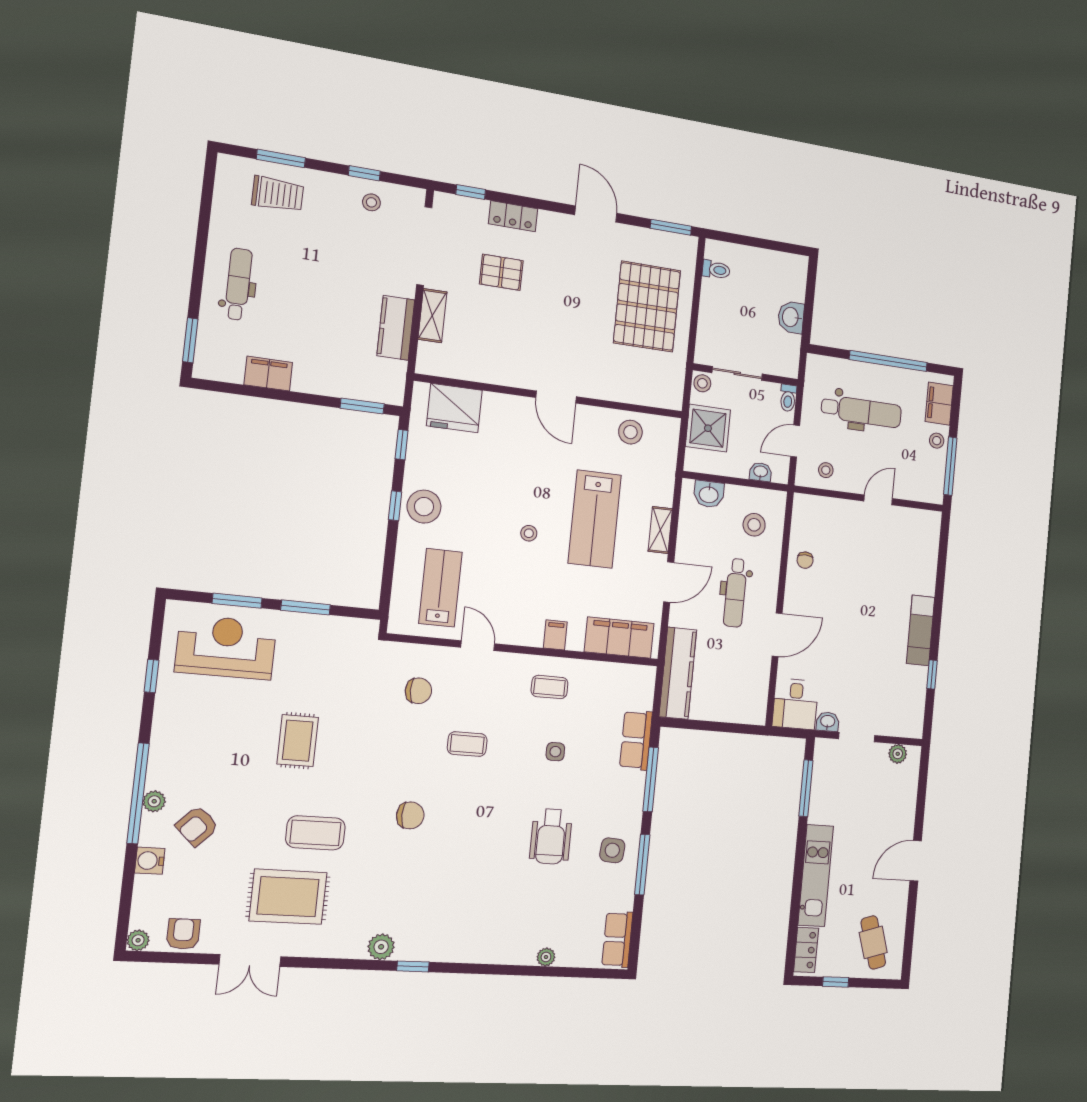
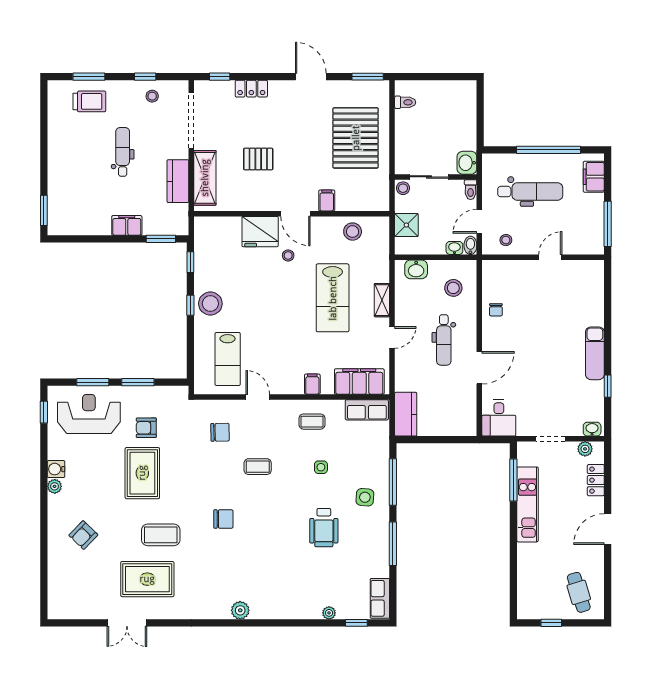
pallet: (501, 272) -> (258, 159), moved
dental chair: (238, 284) -> (123, 152), moved
shelving: (432, 316) -> (205, 178), width x1.50, depth x1.33
washbasin: (791, 317) -> (467, 163), moved
filing cabinet: (268, 374) -> (127, 225), moved
filing cabinet: (600, 385) -> (327, 200), added
fridge: (454, 408) -> (260, 232), moved
shower: (708, 428) -> (406, 225), width x0.73, depth x0.73
stool: (937, 441) -> (594, 206), removed
bidet: (781, 471) -> (470, 245), added
stool: (529, 533) -> (288, 255), moved
door: (669, 582) -> (392, 337), width x0.73
lab bench: (440, 588) -> (228, 359), turned 180
kitchen counter: (678, 673) -> (406, 414), width x0.67
window: (152, 676) -> (44, 412), moved
washbasin: (828, 722) -> (592, 429), moved
row of seats: (636, 740) -> (367, 410), moved, turned -90
rug: (298, 741) -> (142, 473), width x1.36, depth x1.43
window: (138, 793) -> (44, 516), removed
plant: (154, 801) -> (55, 486), moved
side table: (612, 850) -> (365, 497), moved
water cooler: (150, 861) -> (56, 469), moved
kitchen unit: (816, 875) -> (527, 504), moved
armchair: (183, 934) -> (146, 428), moved, turned -90
plant: (138, 940) -> (54, 612), removed
plant: (381, 947) -> (240, 610), moved
locker: (806, 950) -> (596, 480), moved, turned 180
window: (413, 966) -> (356, 623), moved

